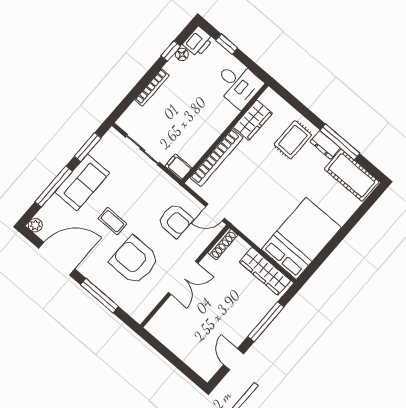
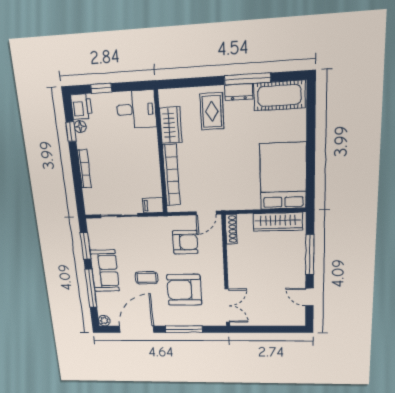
double door: (183, 278) -> (227, 306), moved

